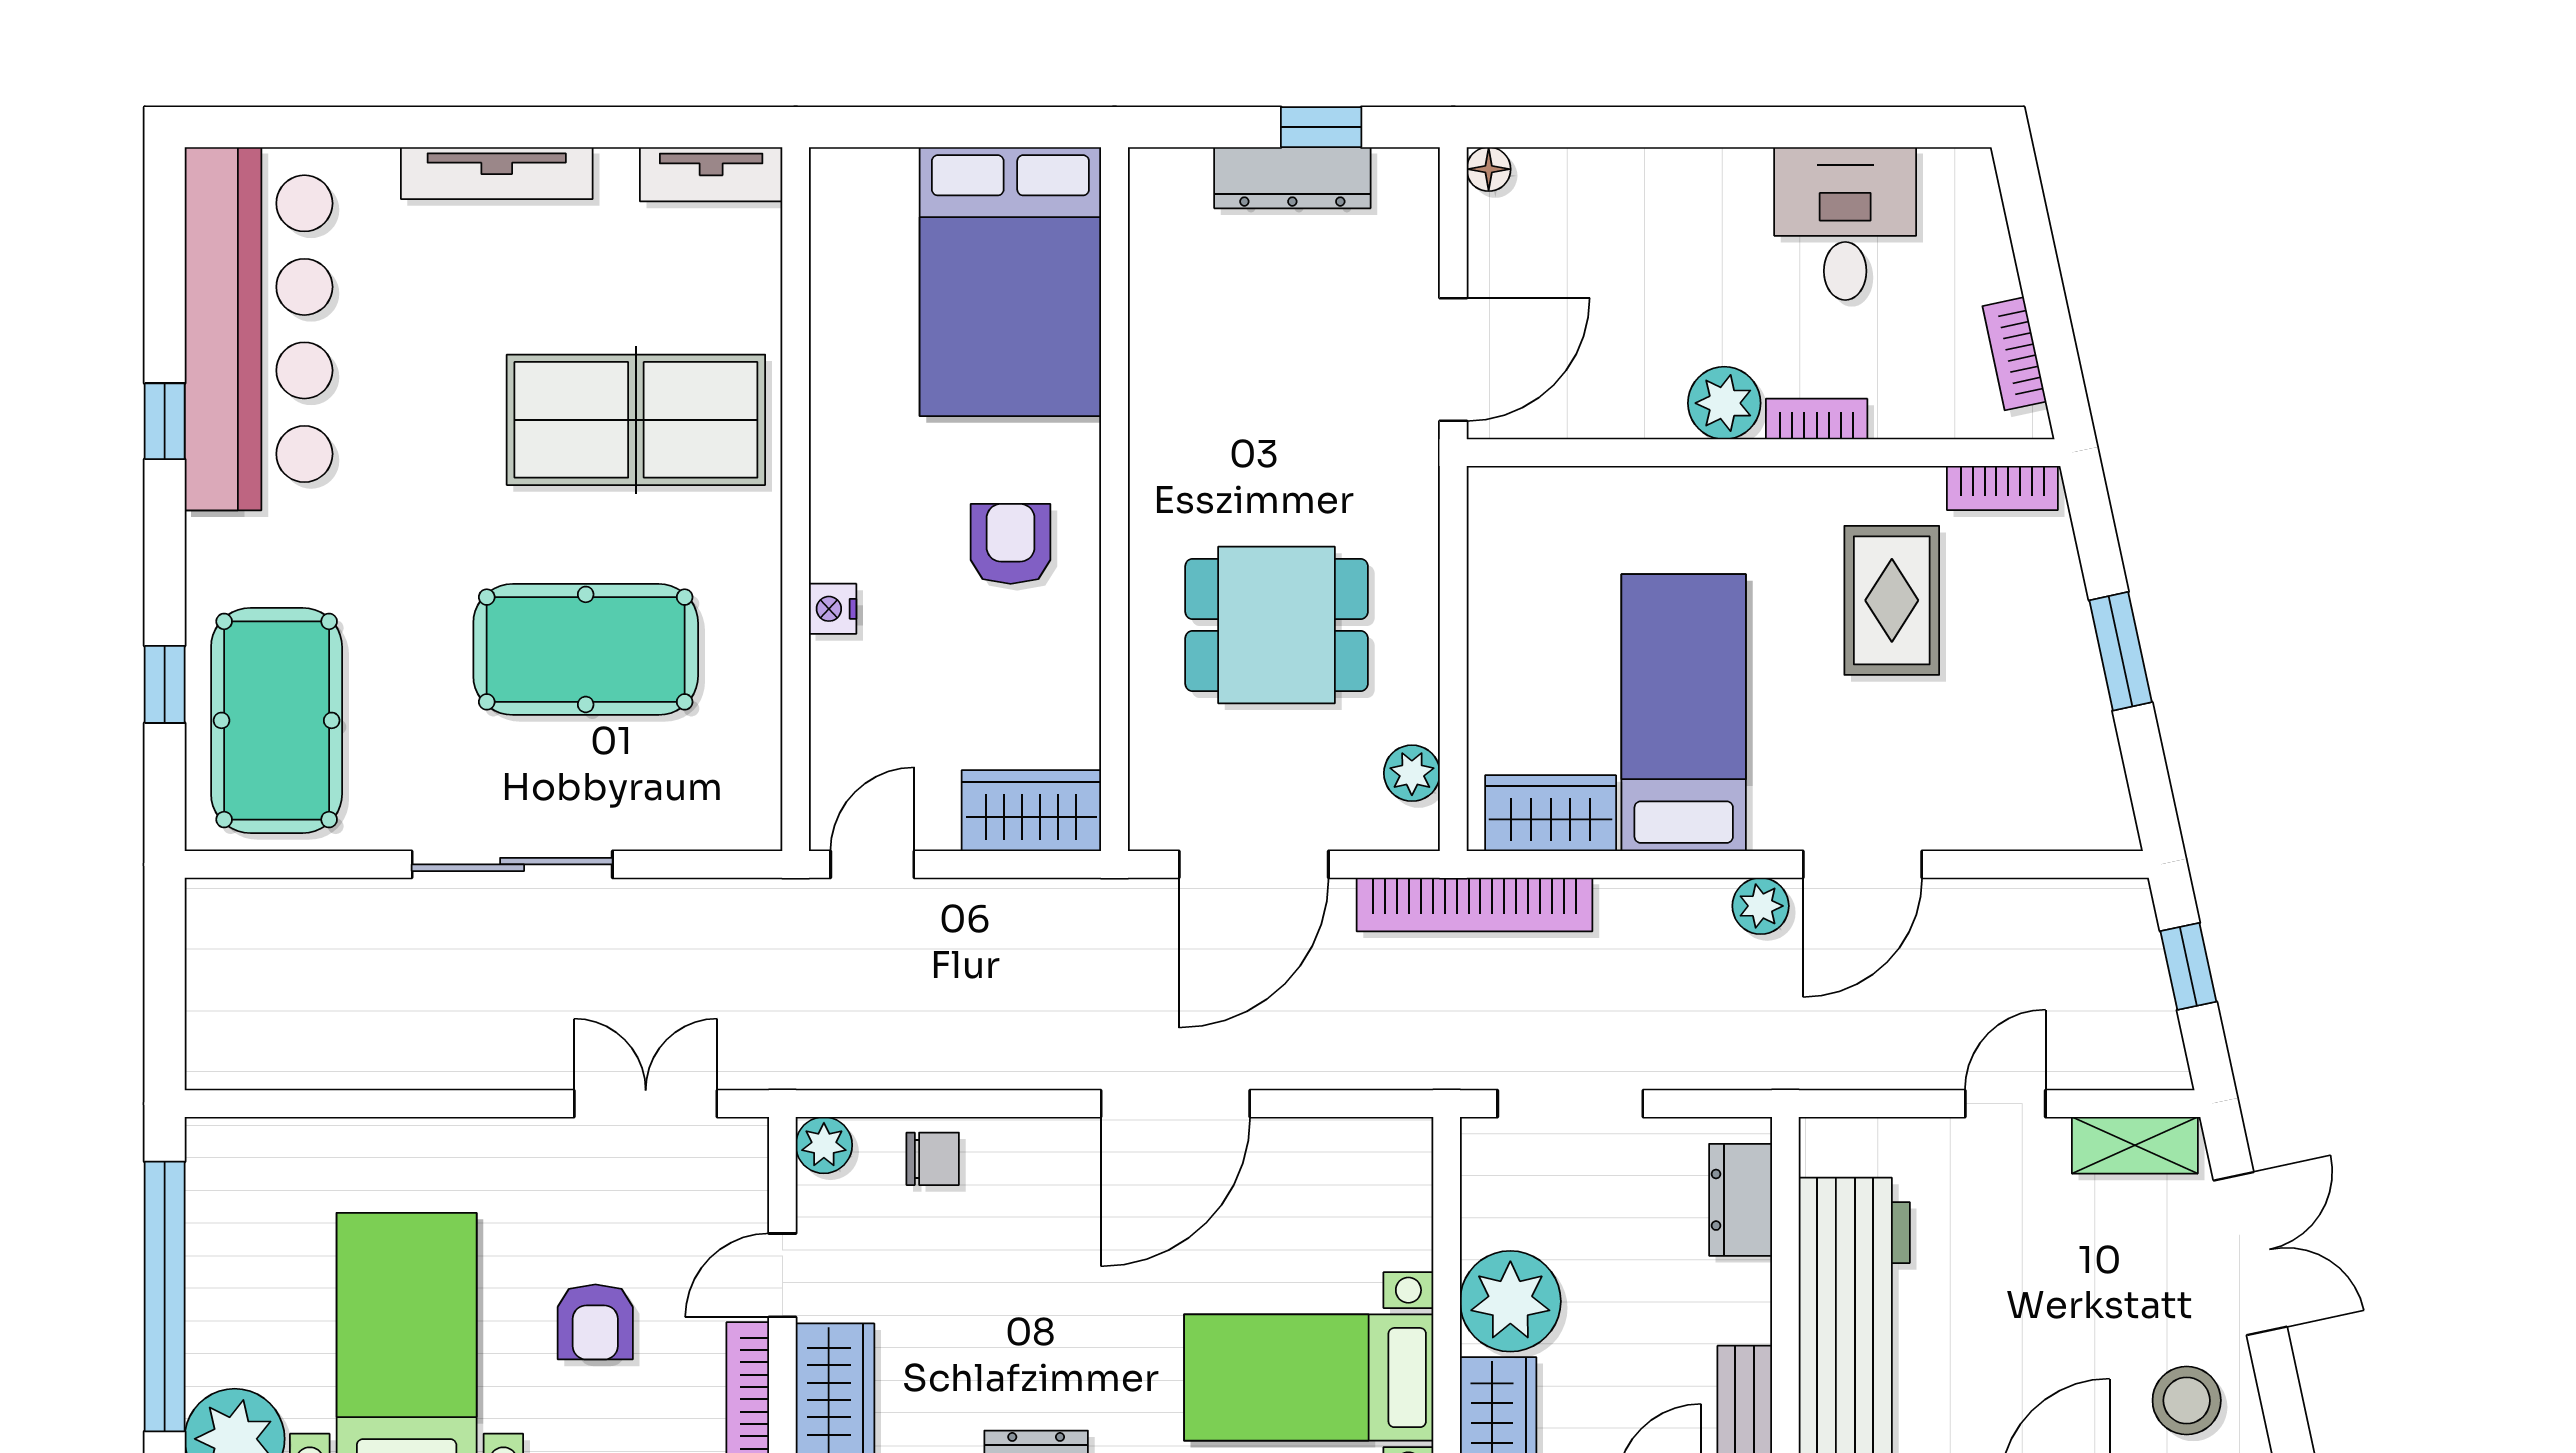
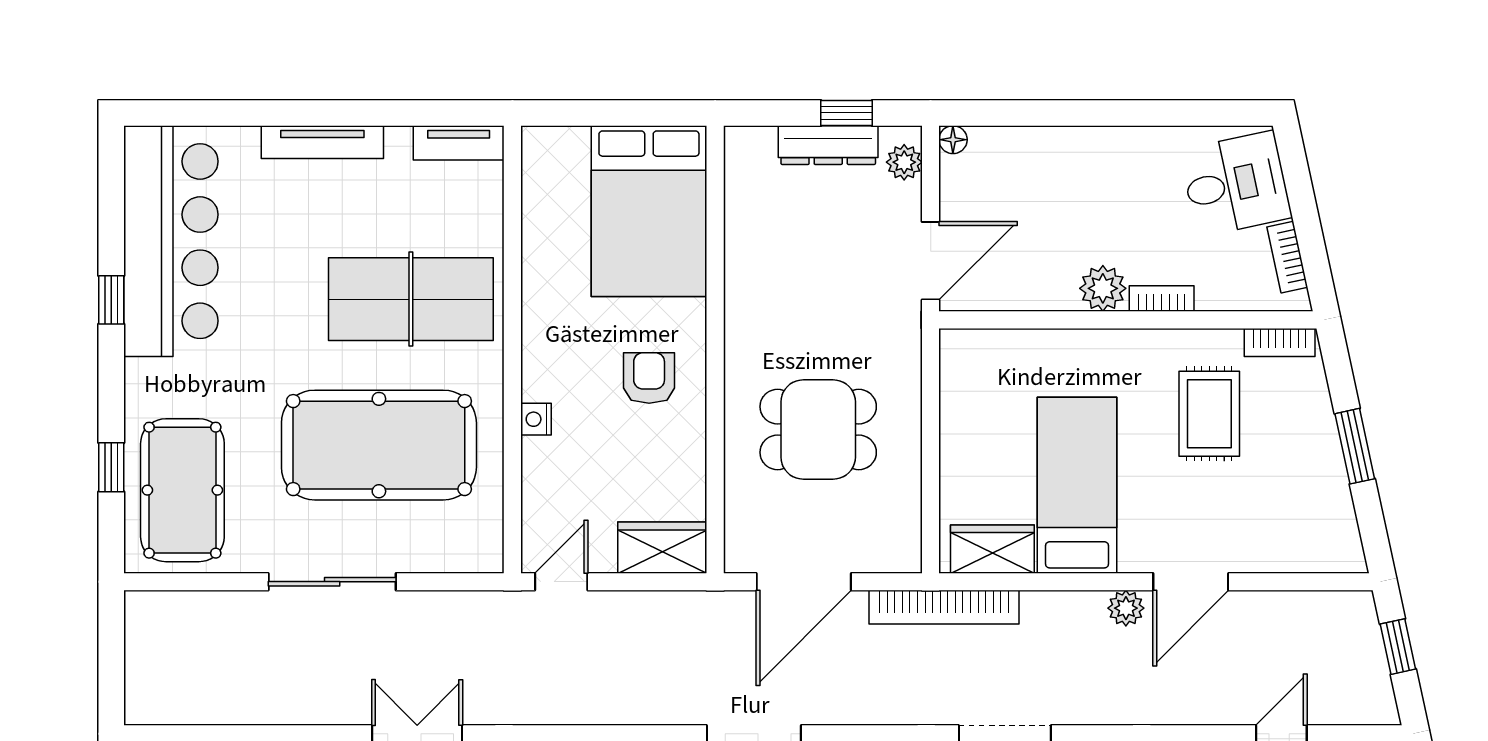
desk: (1845, 224) -> (1236, 184), moved, turned 78
pool table: (586, 649) -> (379, 445), width x1.36, depth x1.32
plant: (1412, 773) -> (904, 162), moved

